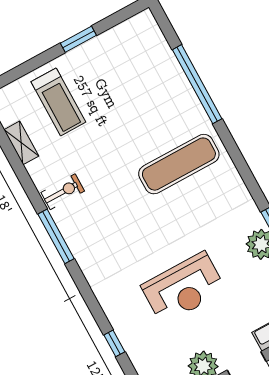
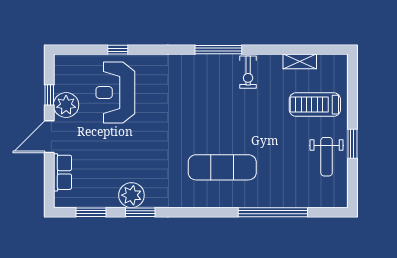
weight bench: (107, 59) -> (327, 157), added
exercise mat: (179, 164) -> (222, 167), turned 90
reception desk: (183, 288) -> (115, 93), moved

